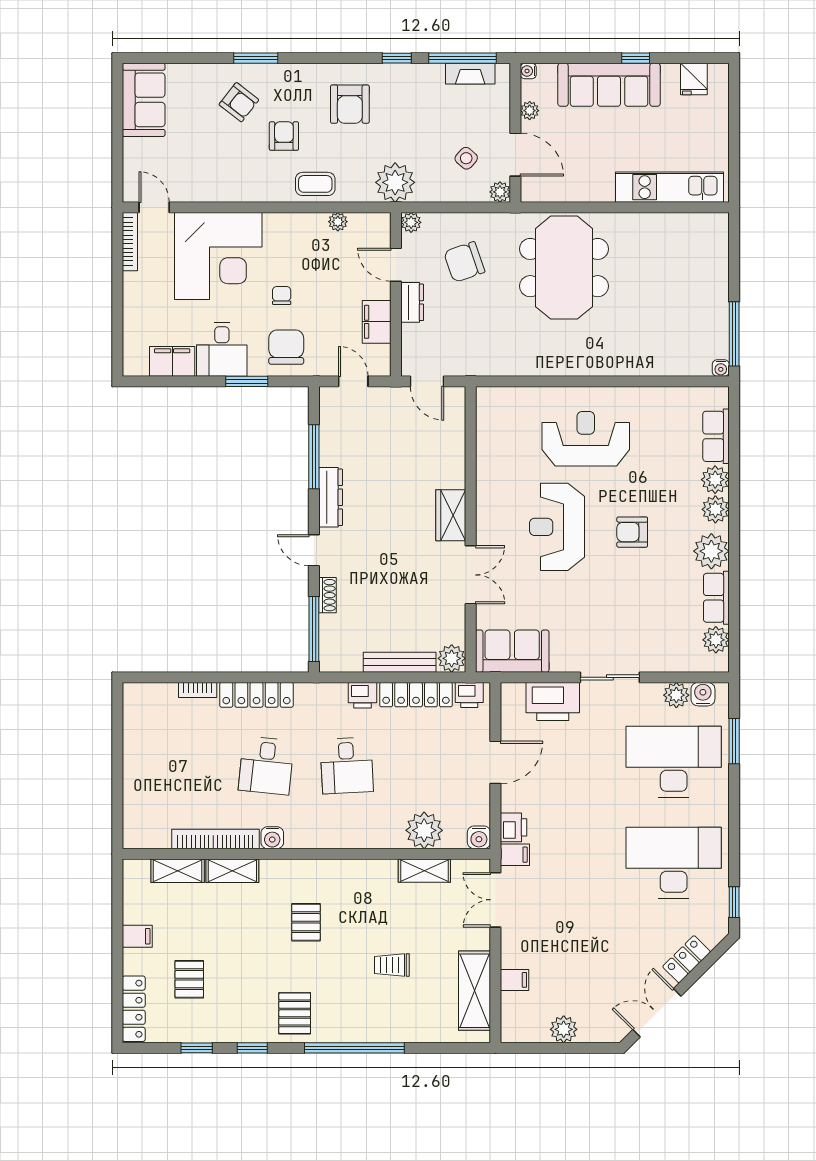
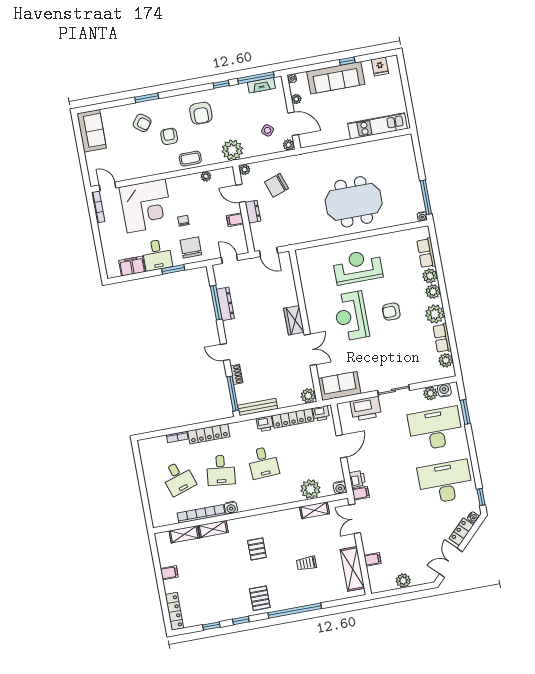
meeting table: (564, 268) -> (354, 202), moved, turned 90
filing cabinet: (377, 322) -> (235, 220), width x0.50
dresser: (331, 497) -> (225, 304), moved
bench: (400, 662) -> (258, 407), moved
desk: (186, 766) -> (178, 478), added
water cooler: (713, 937) -> (473, 517), added
pallet: (189, 979) -> (201, 590), removed

